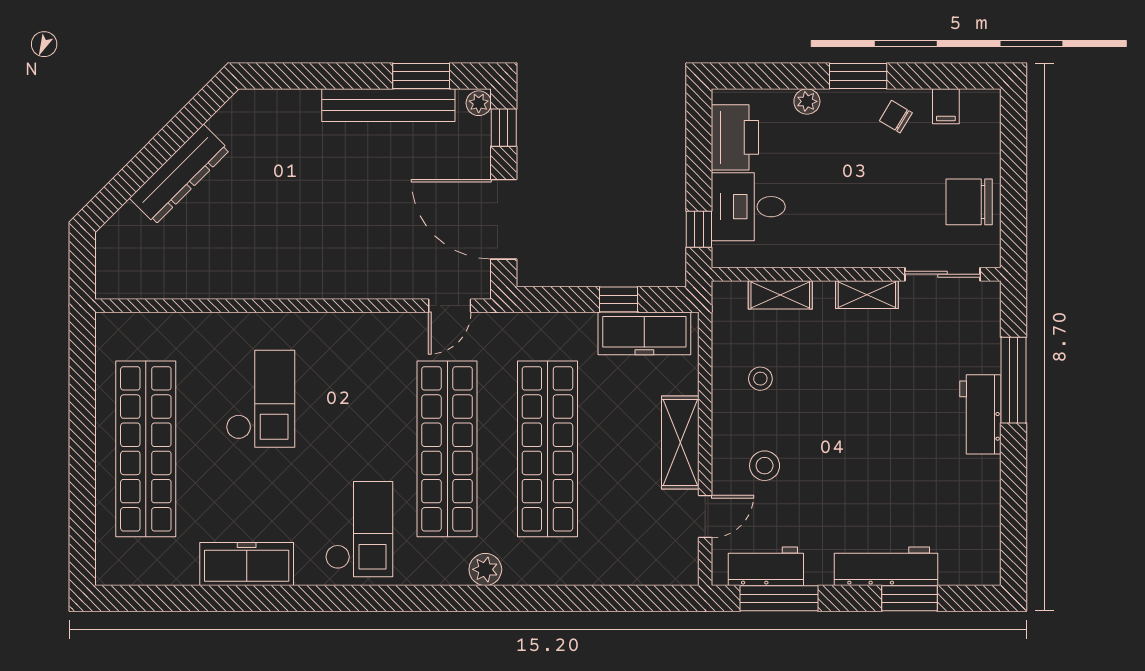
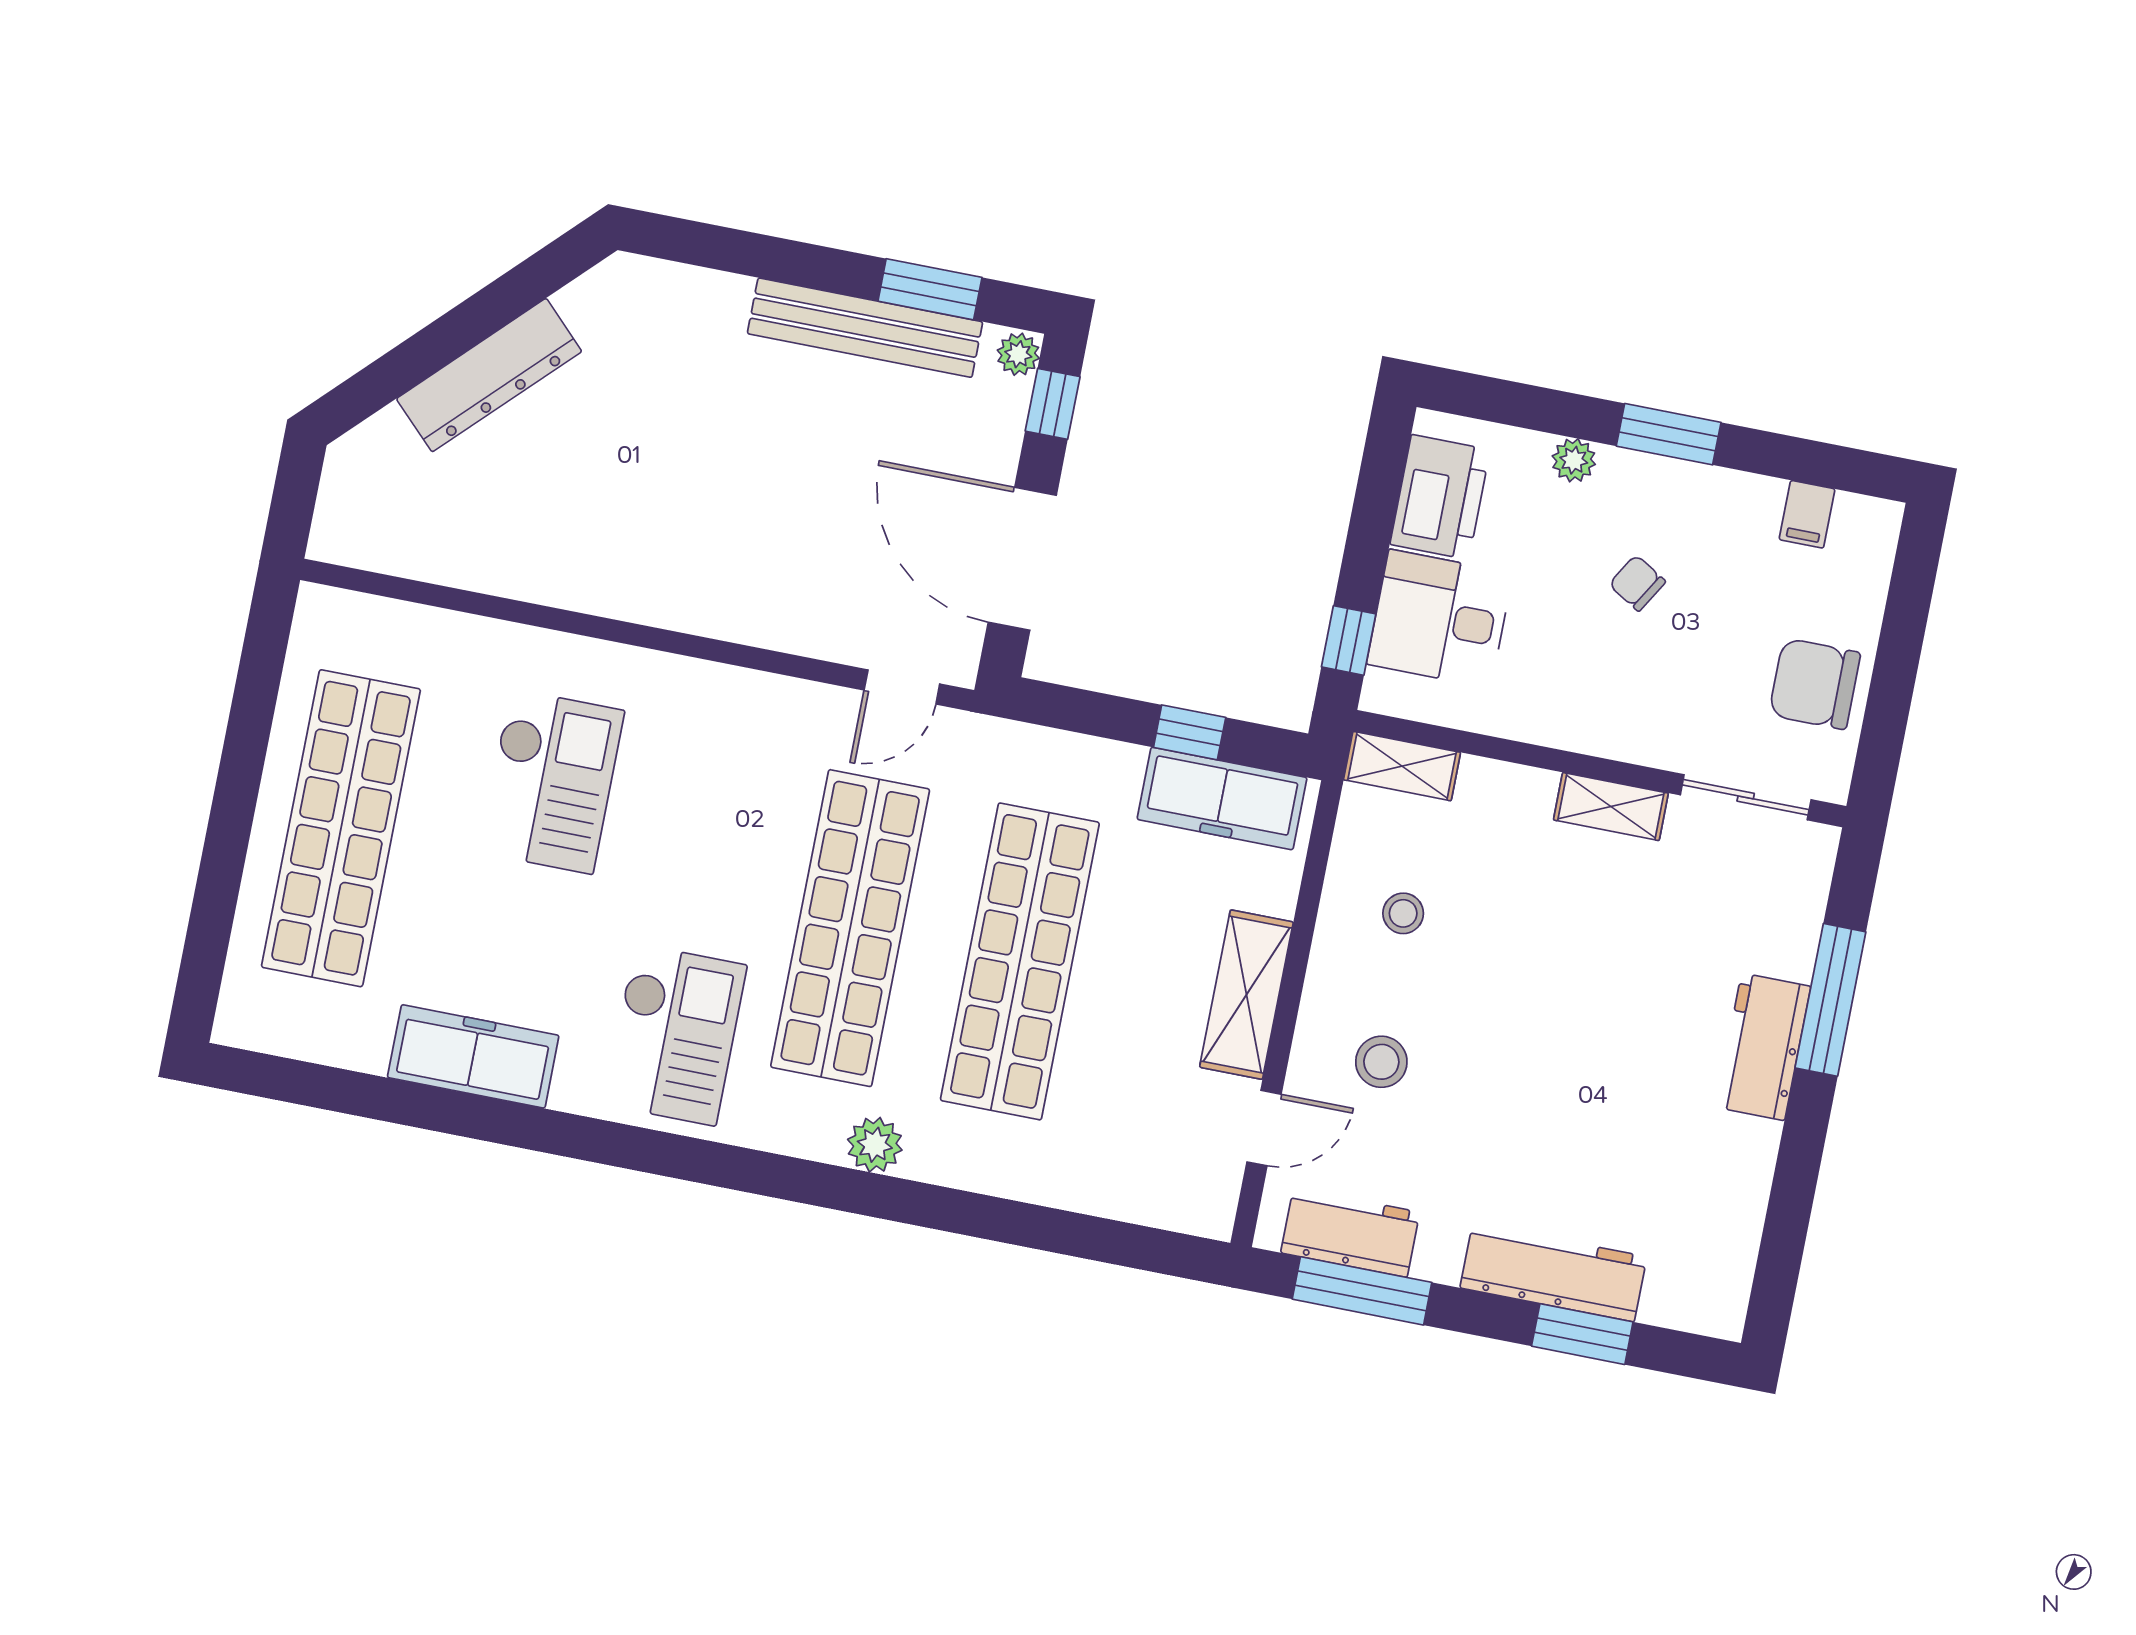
chair: (896, 117) -> (1637, 583), moved
shelving: (780, 295) -> (1402, 766), moved

